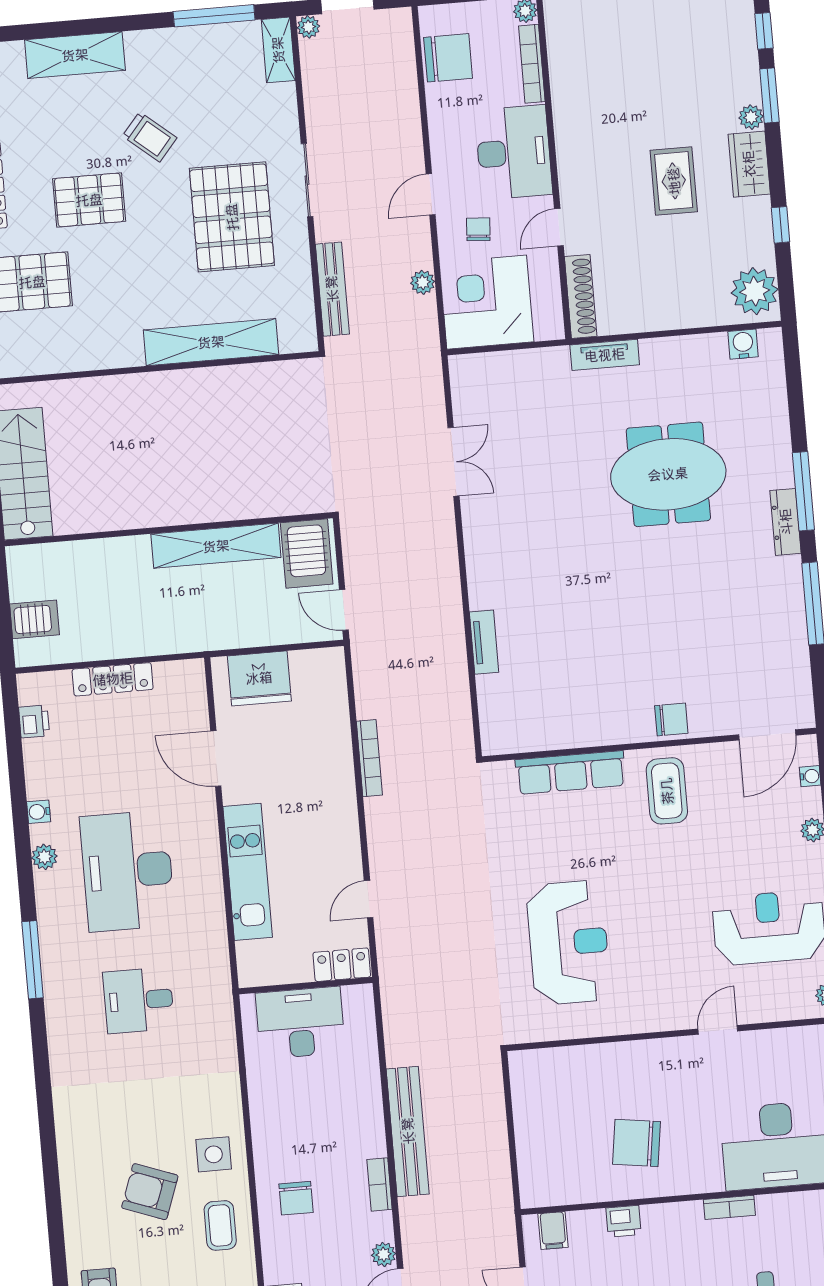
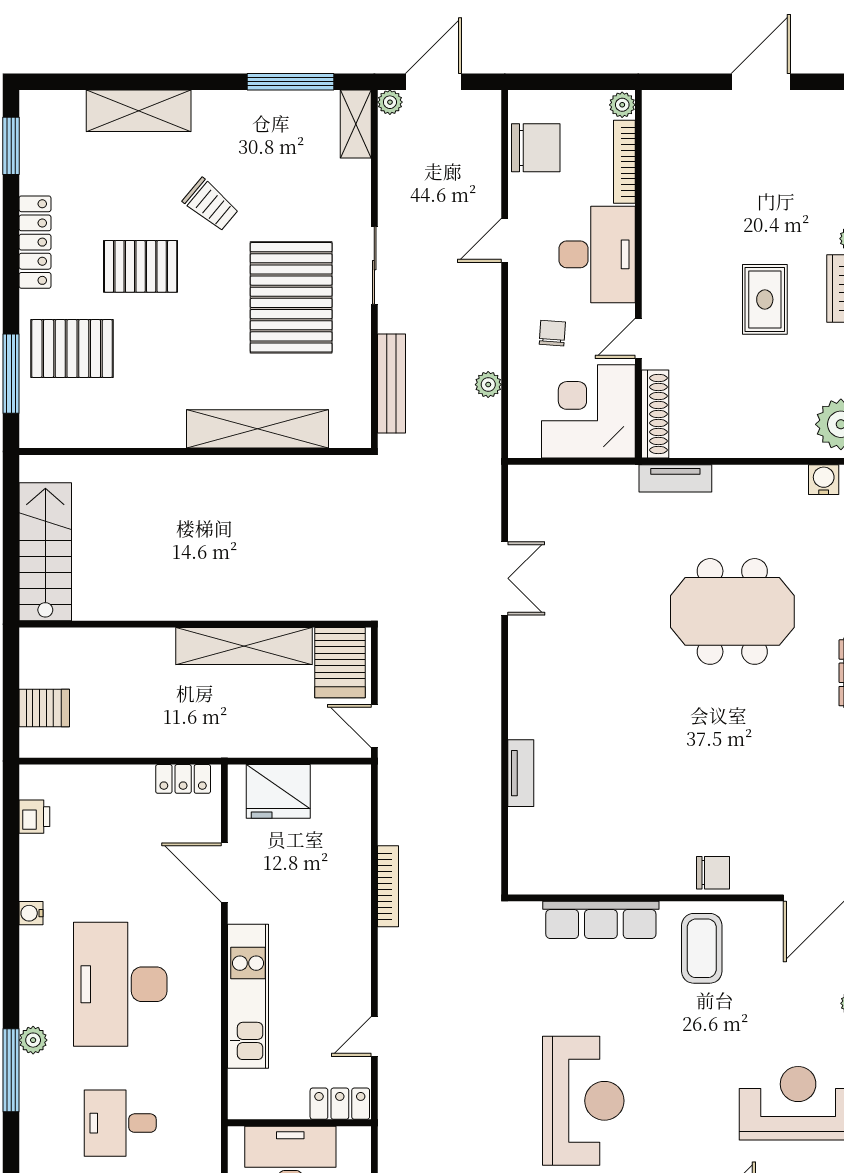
door: (431, 194) -> (505, 240), moved
corner desk: (487, 302) -> (588, 411), moved
locker: (113, 679) -> (183, 779), moved, width x0.66
plant: (44, 857) -> (33, 1040), moved

